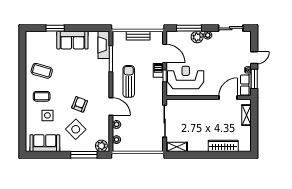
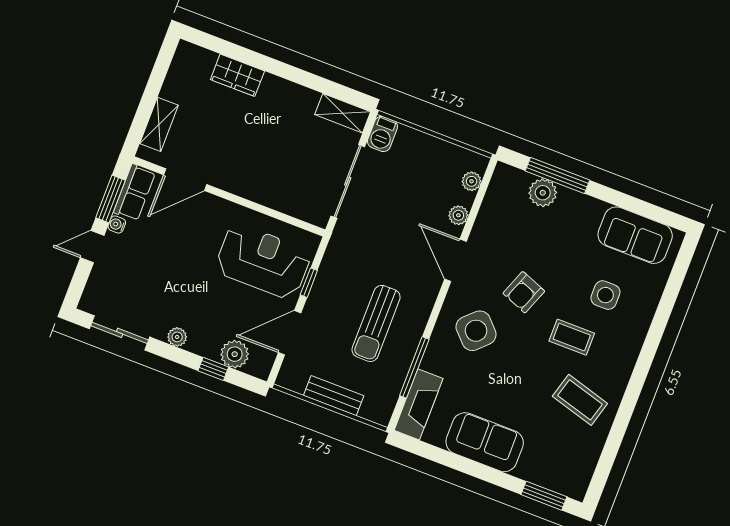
window: (55, 28) -> (544, 496), moved
window: (189, 28) -> (213, 369), width x0.46
plant: (197, 37) -> (235, 354), moved
door: (165, 54) -> (290, 333), hinge flipped
barbecue: (158, 70) -> (382, 134), moved
reception desk: (186, 77) -> (263, 261), turned 180
sun lounger: (129, 81) -> (376, 323), moved
coffee table: (42, 96) -> (572, 337), moved
side table: (76, 129) -> (476, 331), moved
plant: (101, 146) -> (543, 193), moved
wardrobe: (223, 146) -> (237, 75), width x0.67

